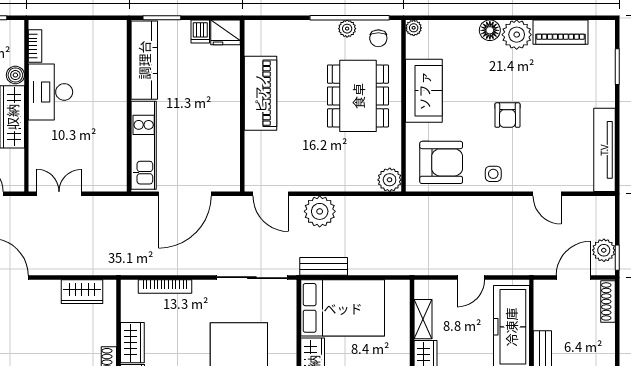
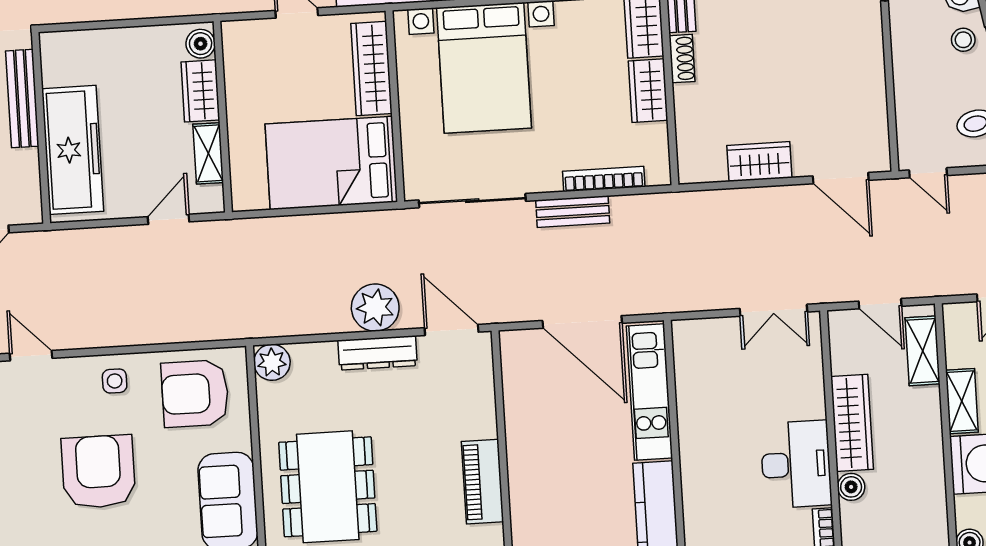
piano: (260, 93) -> (483, 482), width x0.73, depth x0.75
armchair: (507, 115) -> (98, 472), width x1.88, depth x1.88
dresser: (320, 182) -> (378, 353), added
door: (185, 194) -> (582, 322), swing flipped
bench: (324, 266) -> (573, 212), moved
door: (471, 278) -> (169, 219), moved
wardrobe: (82, 292) -> (759, 162), moved

